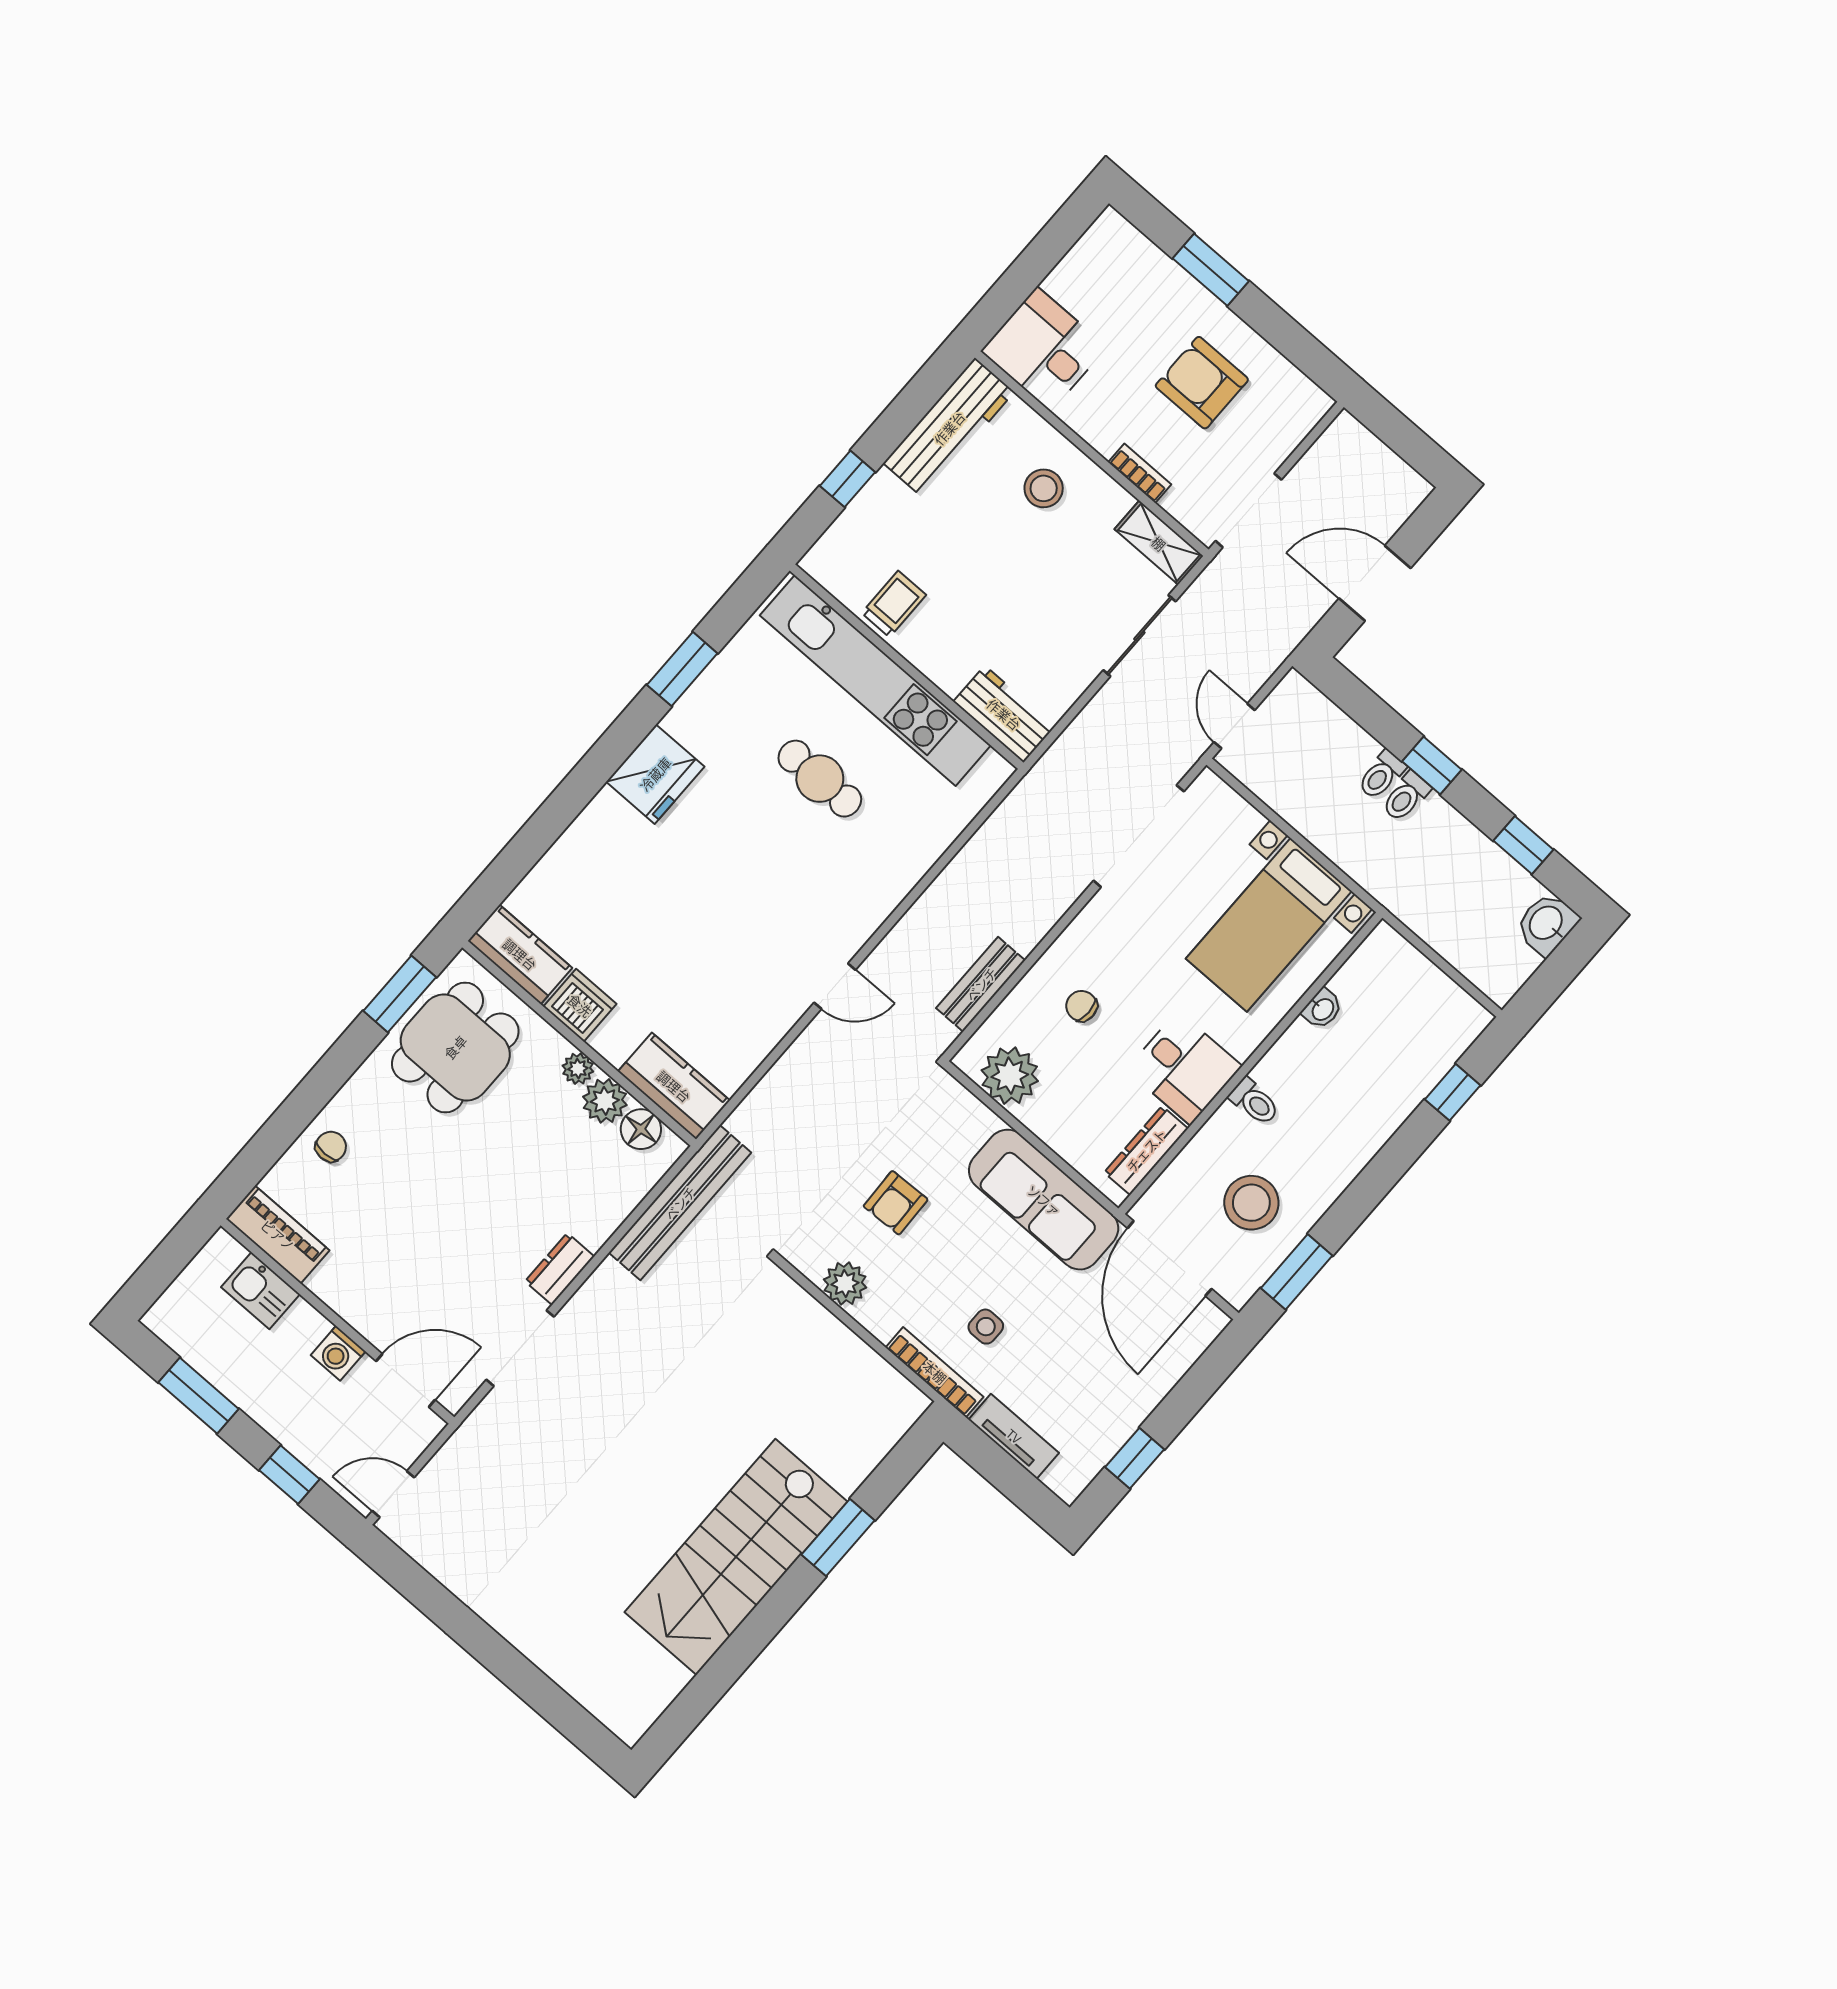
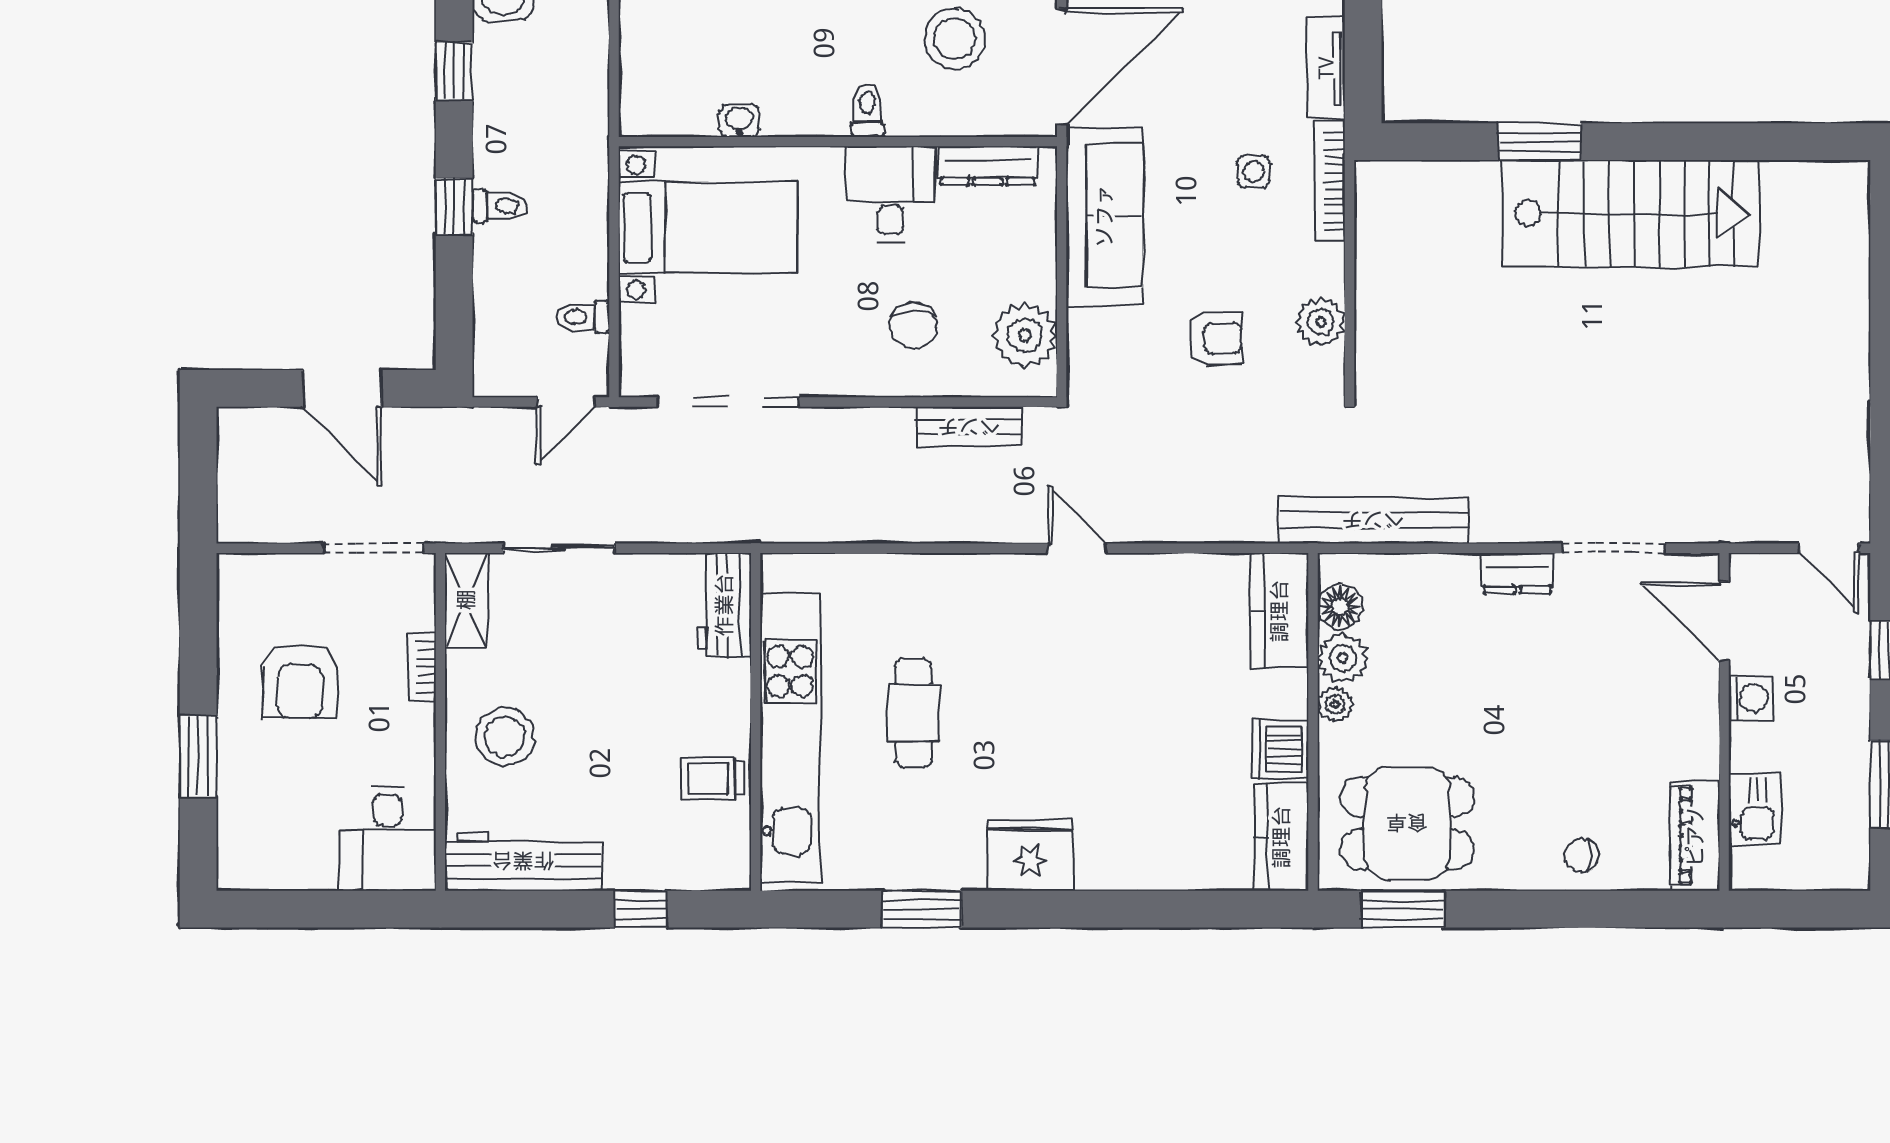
stool: (1044, 488) -> (505, 737), width x1.38, depth x1.38
toilet: (1382, 775) -> (583, 317), moved, turned 180
chair: (1082, 1006) -> (913, 326), width x1.37, depth x1.37

